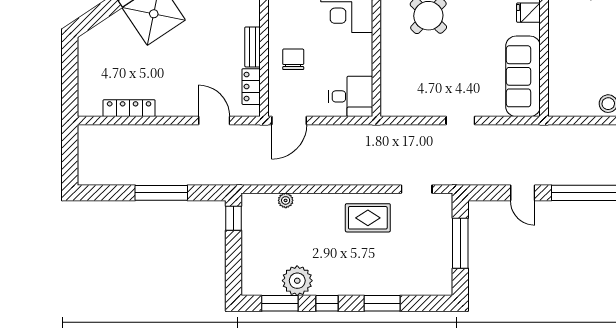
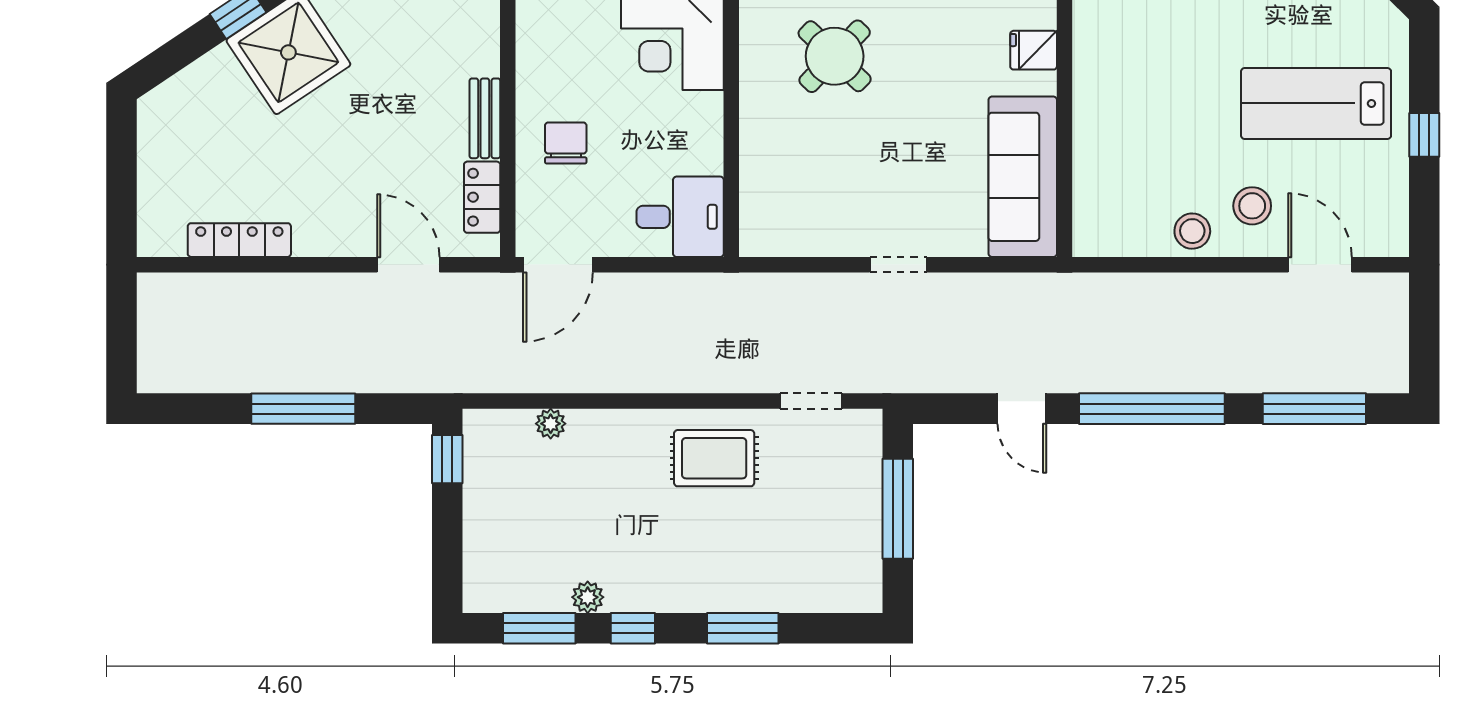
plant: (297, 281) -> (588, 597), width x0.53, depth x0.53

